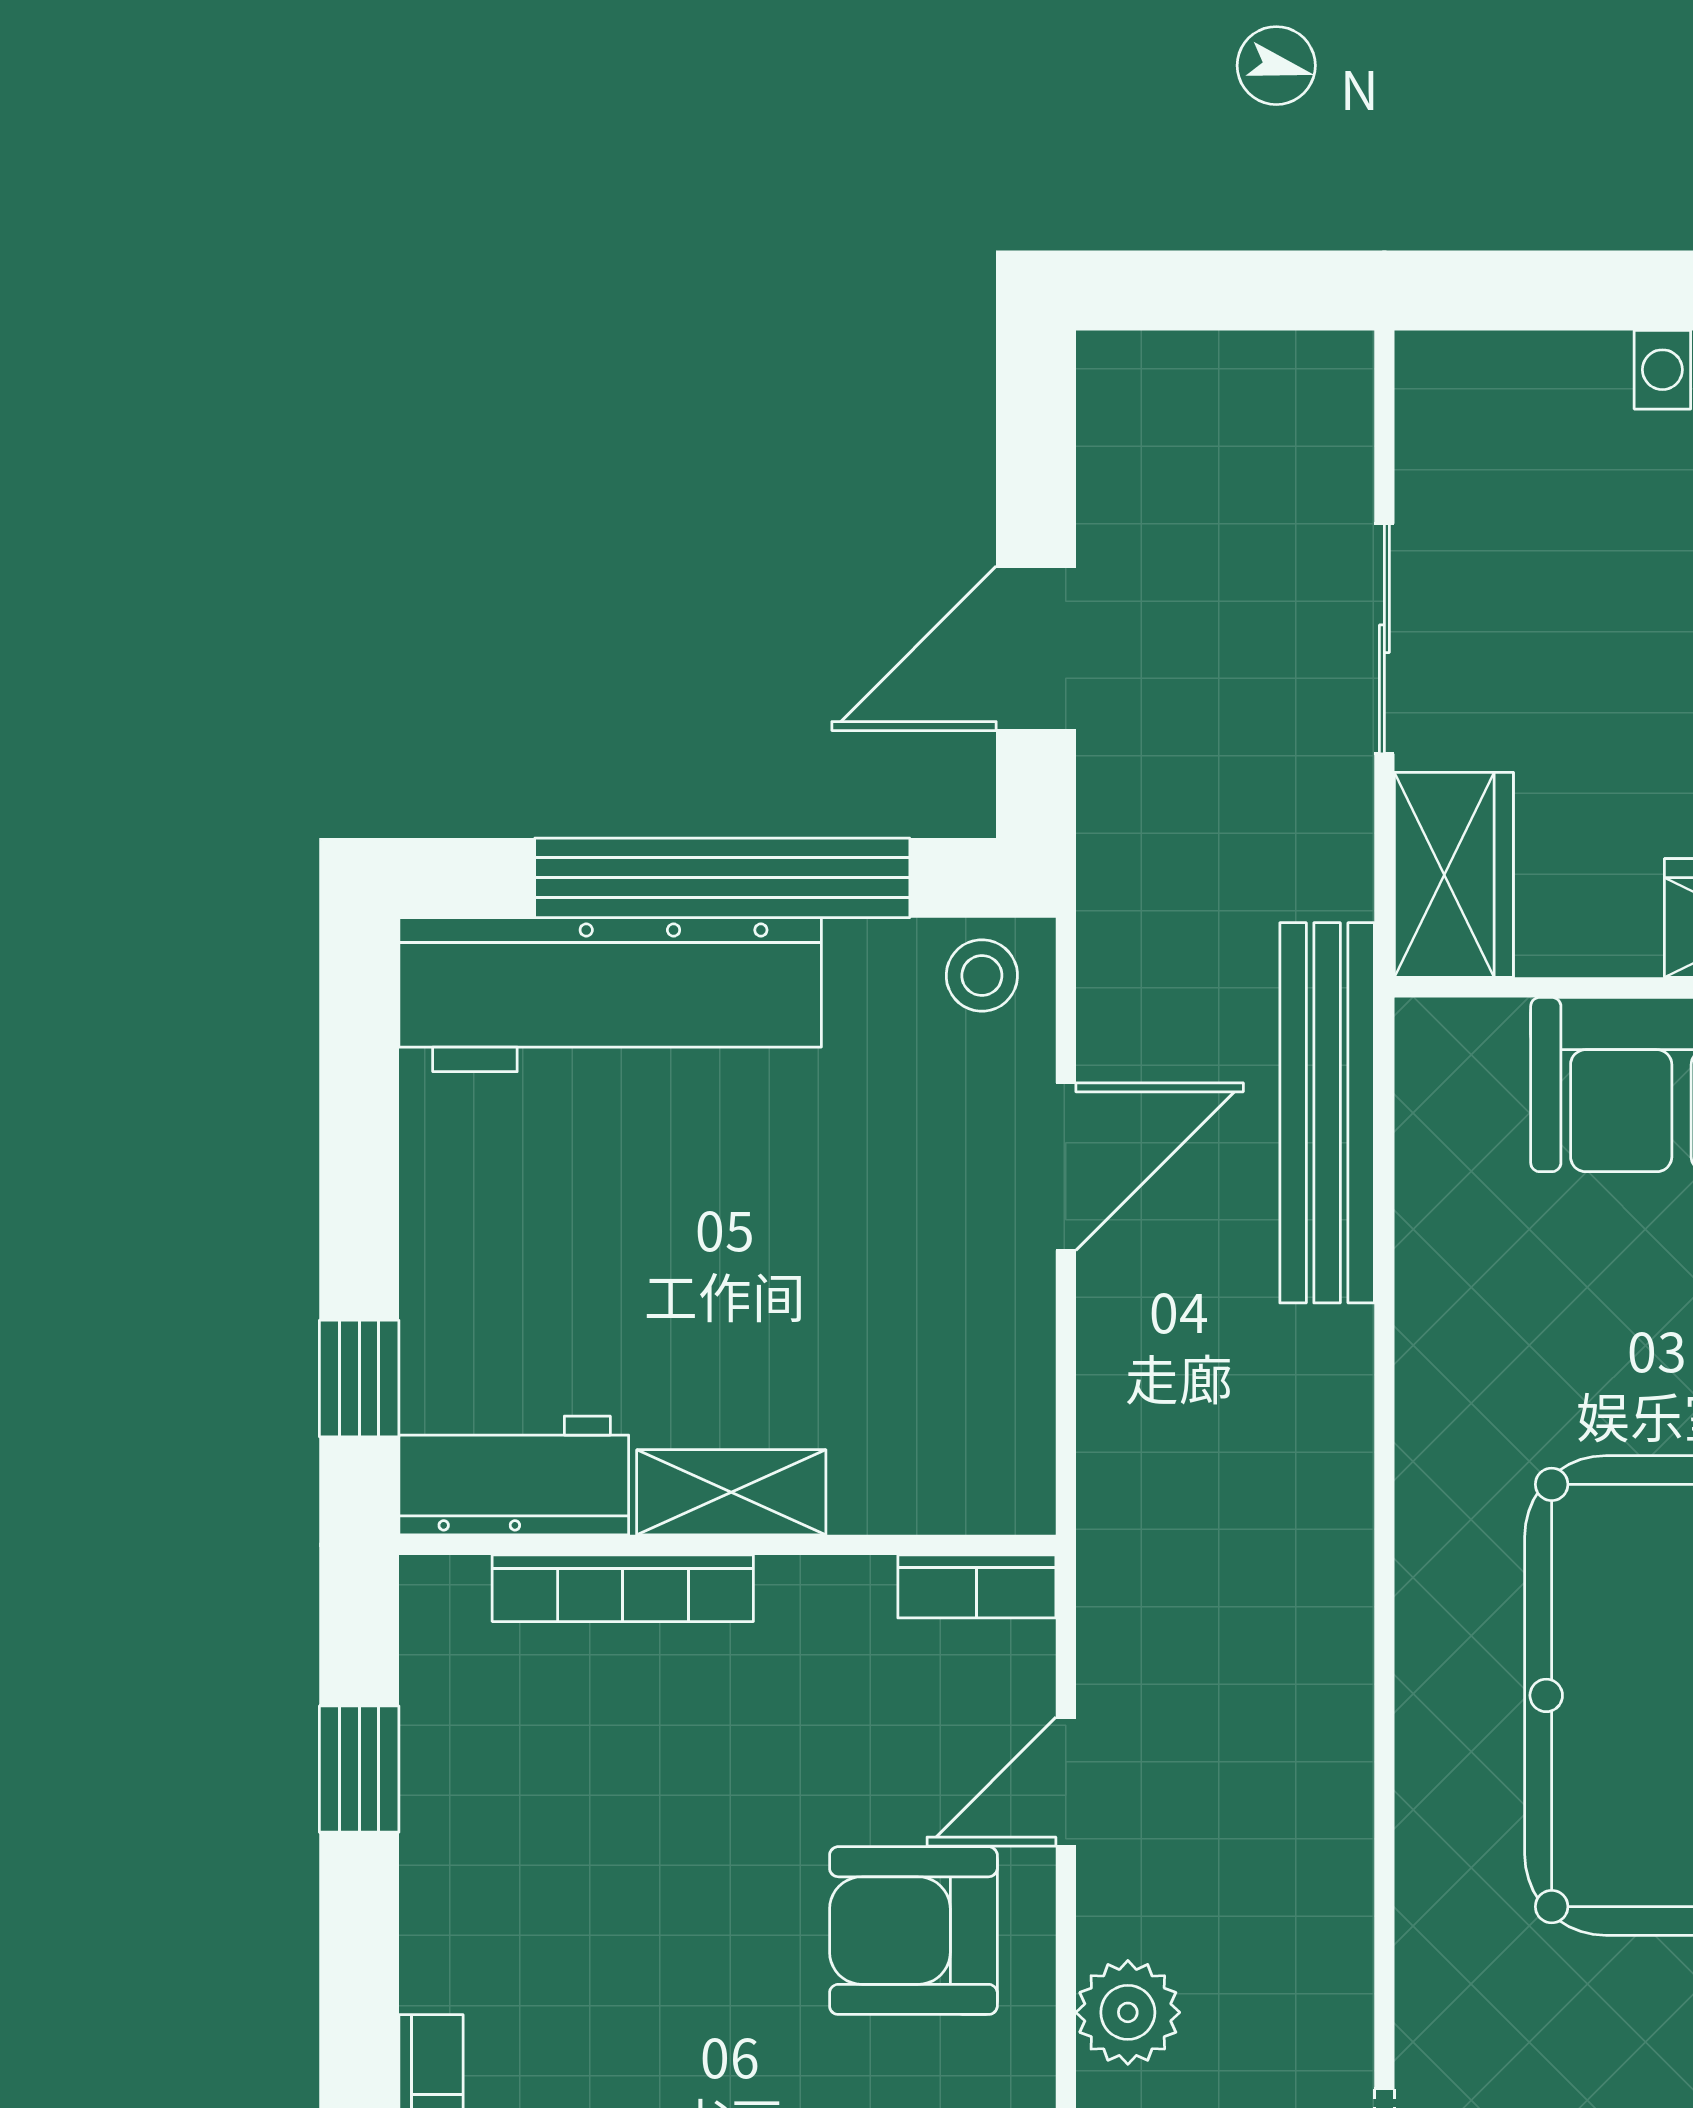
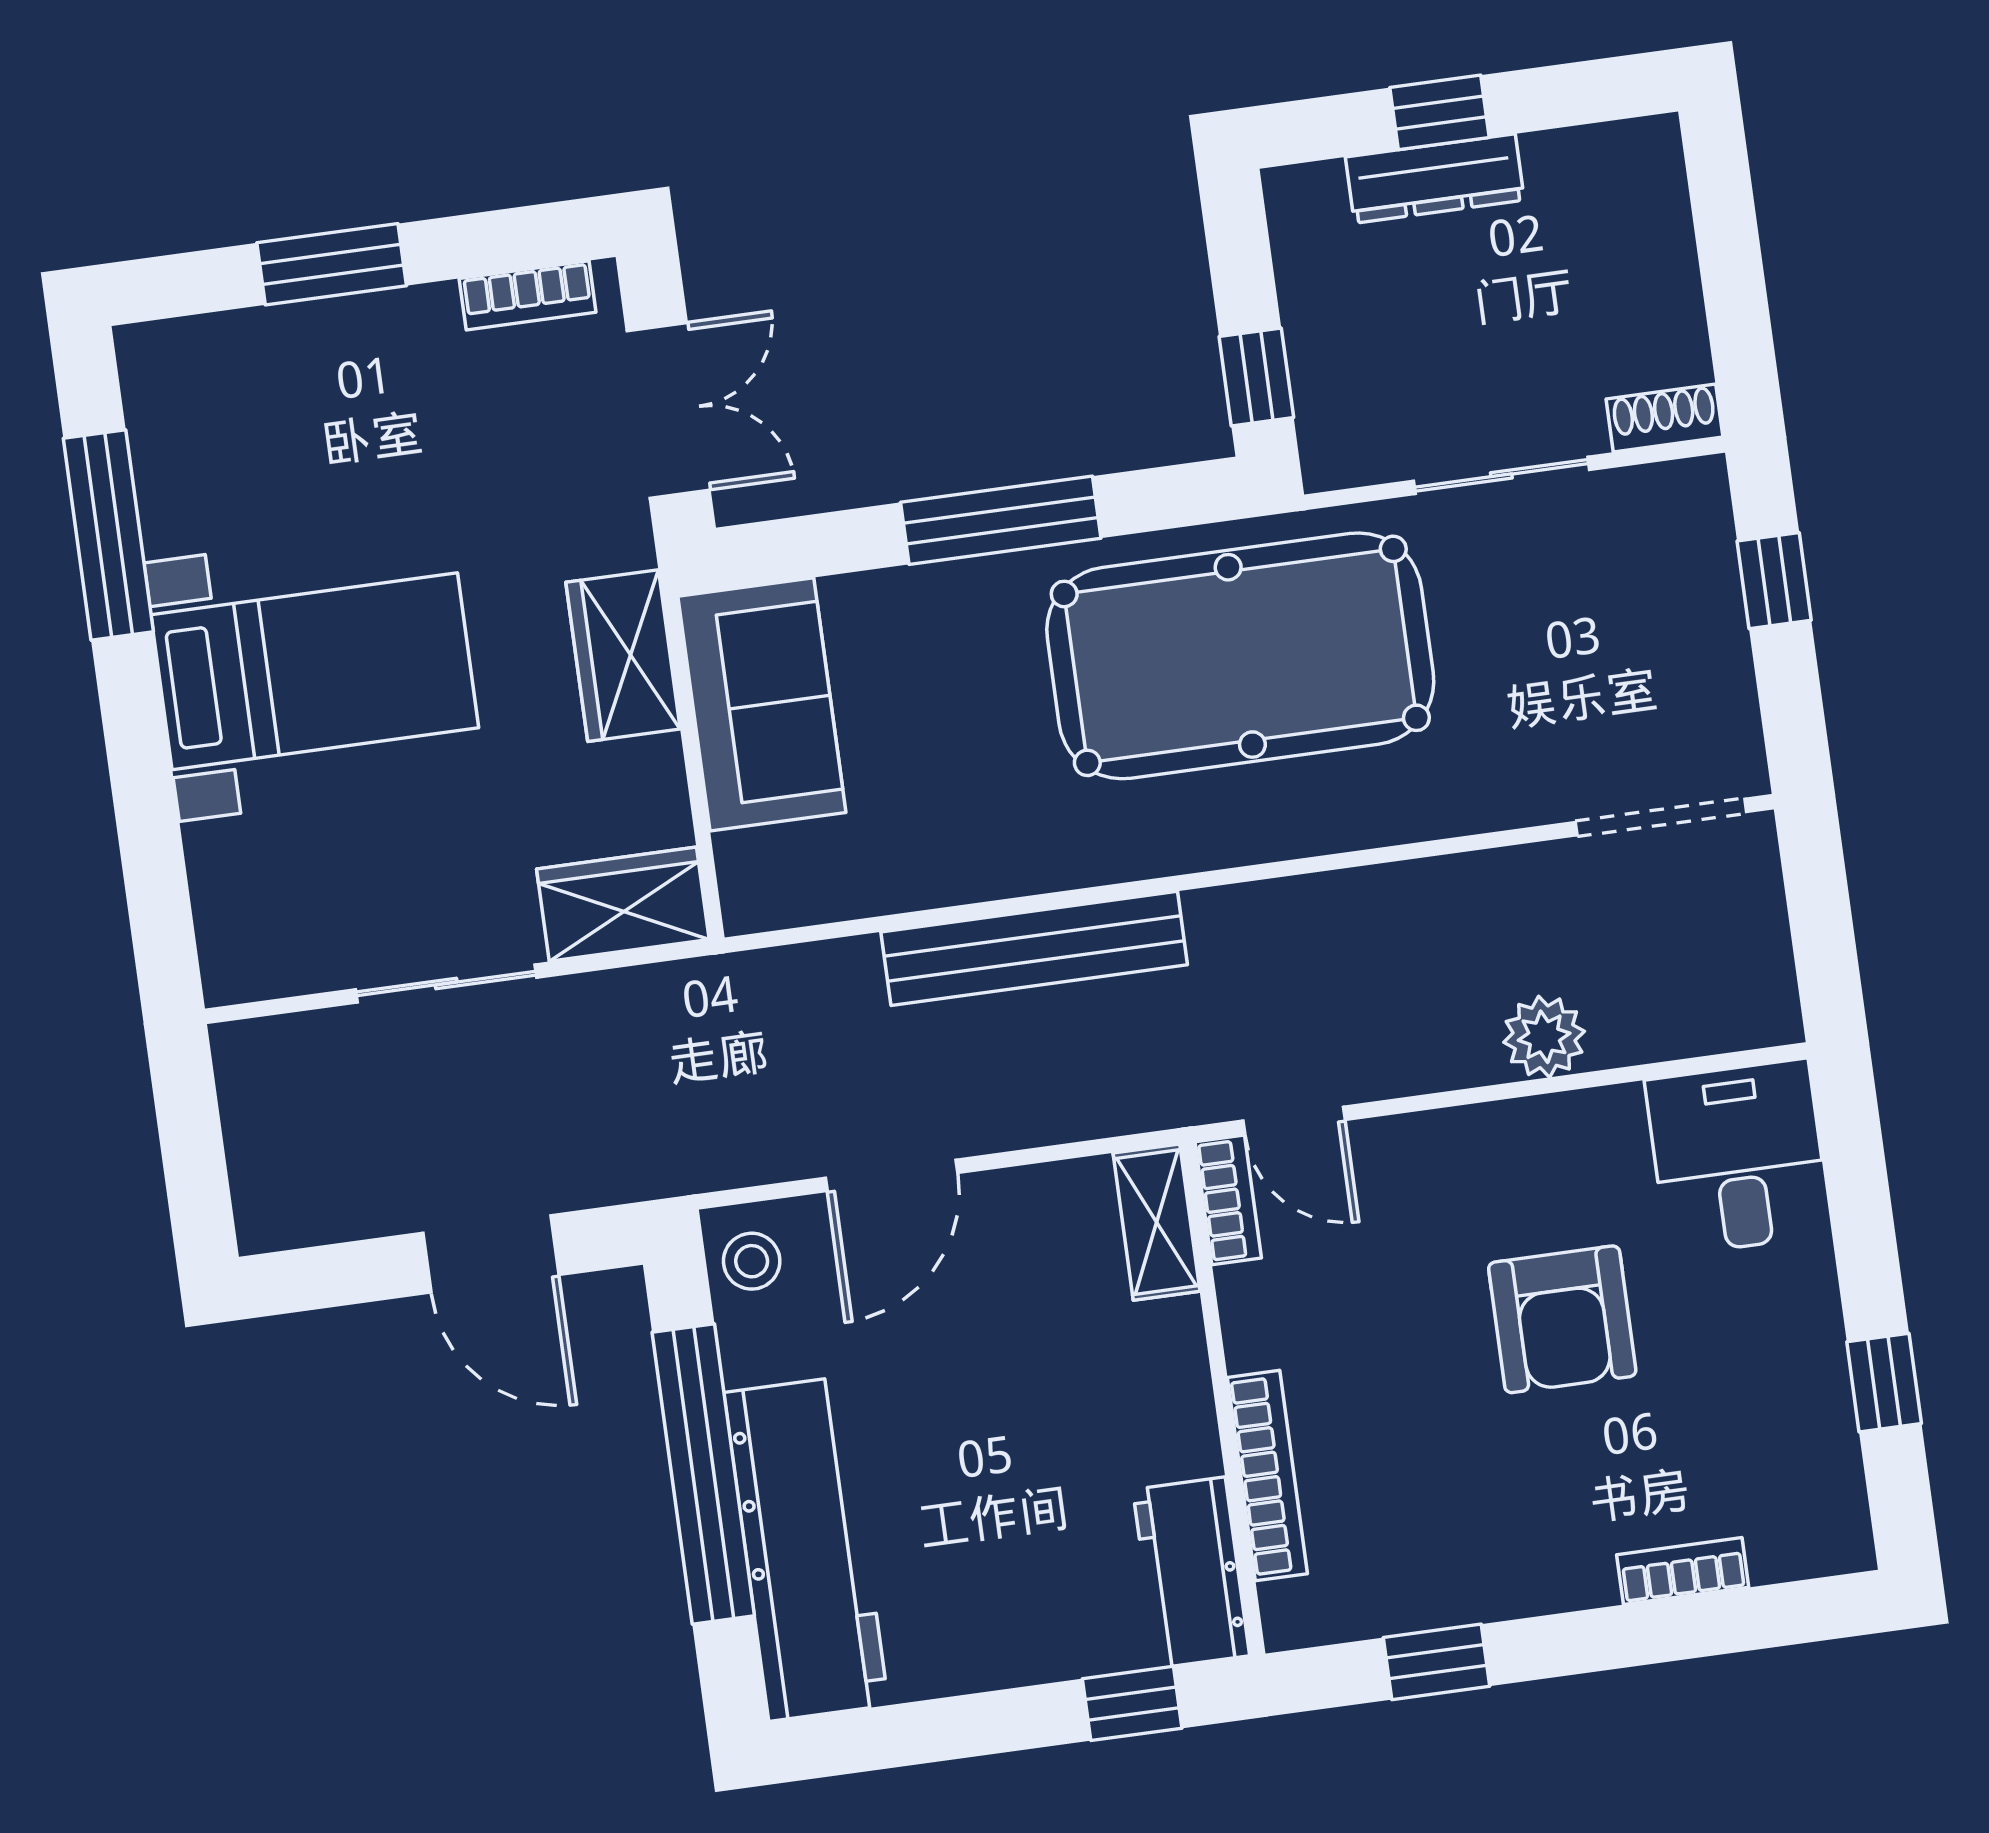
bench: (1327, 1113) -> (1034, 948), moved
door: (1066, 1167) -> (892, 1175), swing flipped
shelving: (731, 1492) -> (1157, 1222), moved
door: (1066, 1782) -> (1294, 1120), moved
armchair: (913, 1931) -> (1562, 1319), moved

